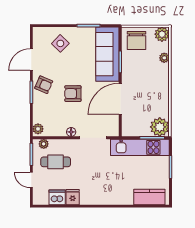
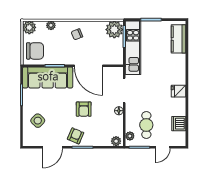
door: (31, 60) -> (53, 147), hinge flipped
chair: (155, 86) -> (77, 34), added
fridge: (73, 197) -> (179, 91), moved

